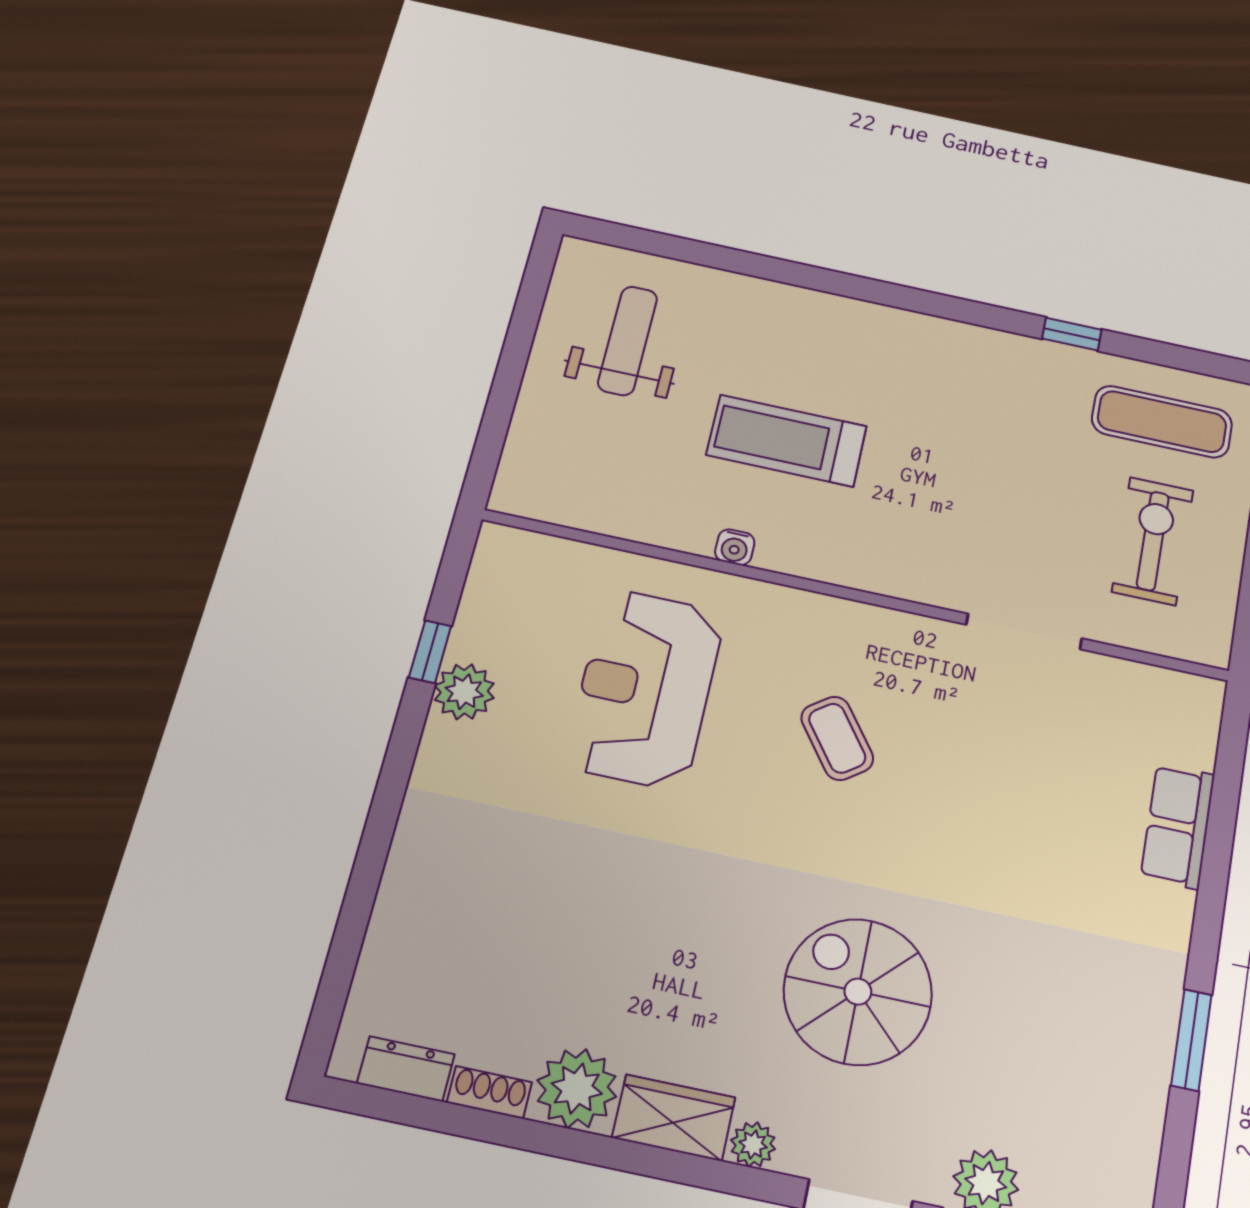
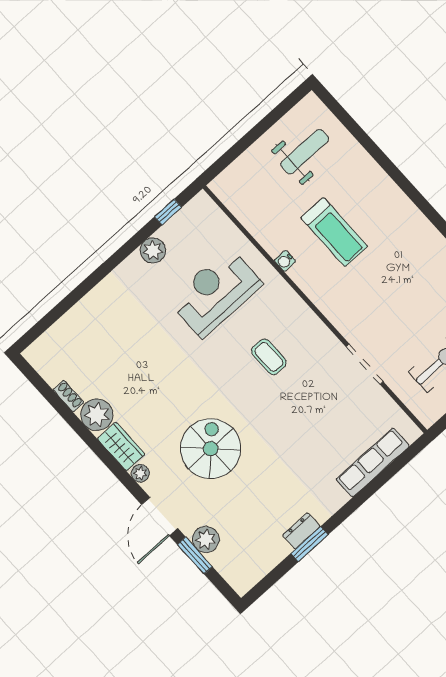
treadmill: (787, 441) -> (334, 232), turned 180
window: (430, 652) -> (168, 212), moved
coffee table: (837, 738) -> (269, 357), turned -54
row of seats: (1178, 826) -> (373, 463), width x1.48
dresser: (406, 1069) -> (301, 531), moved, turned -90

